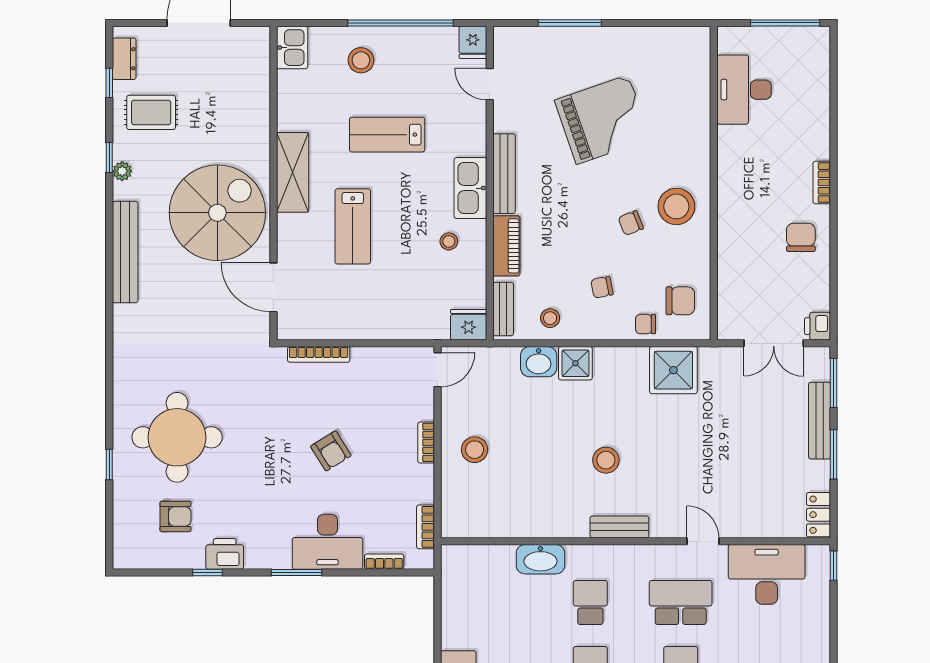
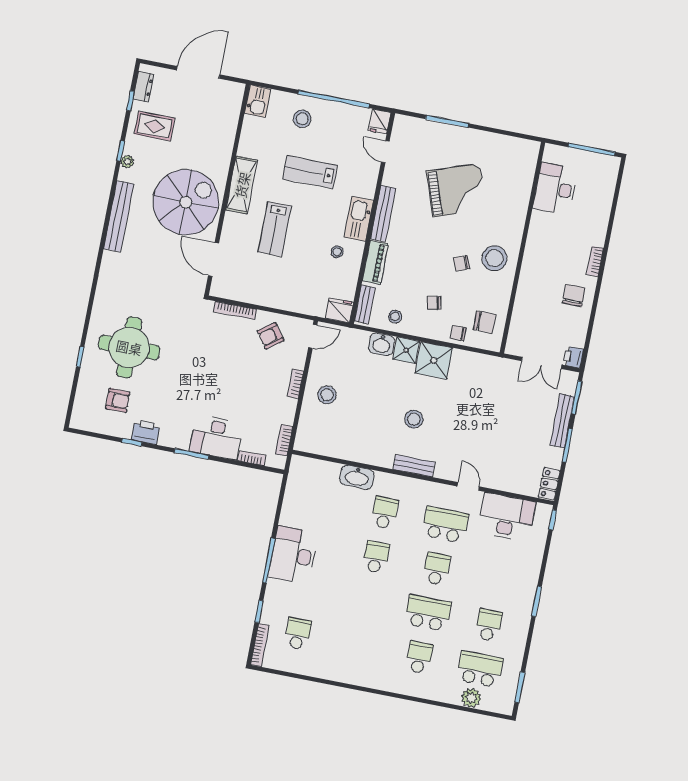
shower: (673, 370) -> (434, 360), moved
armchair: (331, 451) -> (271, 336), moved, turned 86

